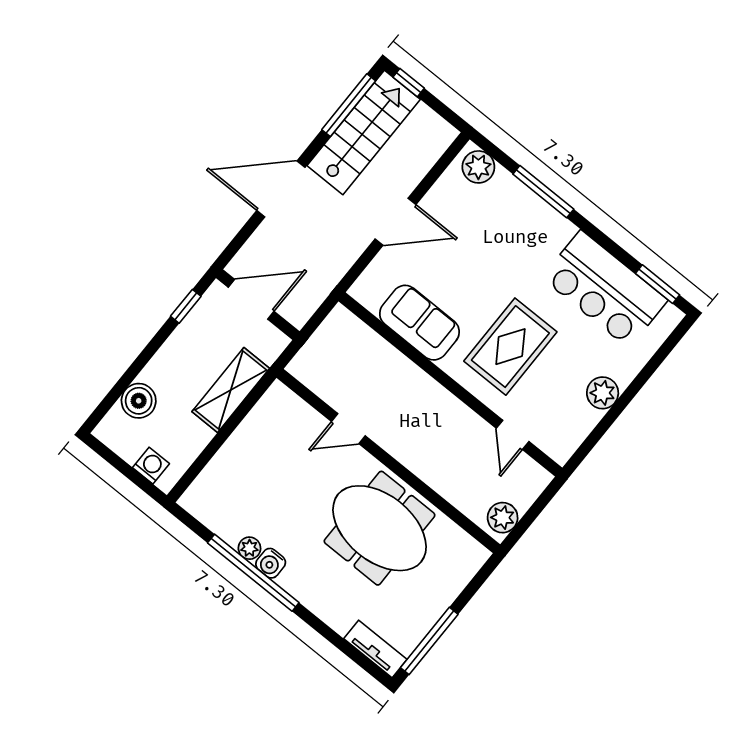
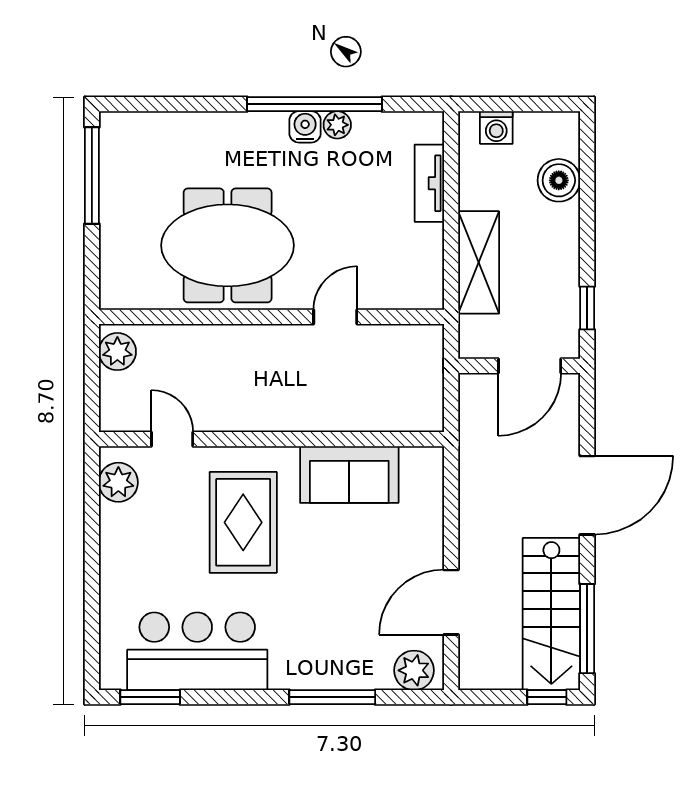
door: (395, 222) -> (451, 602), moved
plant: (603, 393) -> (118, 482), moved
tv unit: (375, 649) -> (429, 183), moved, turned 90

